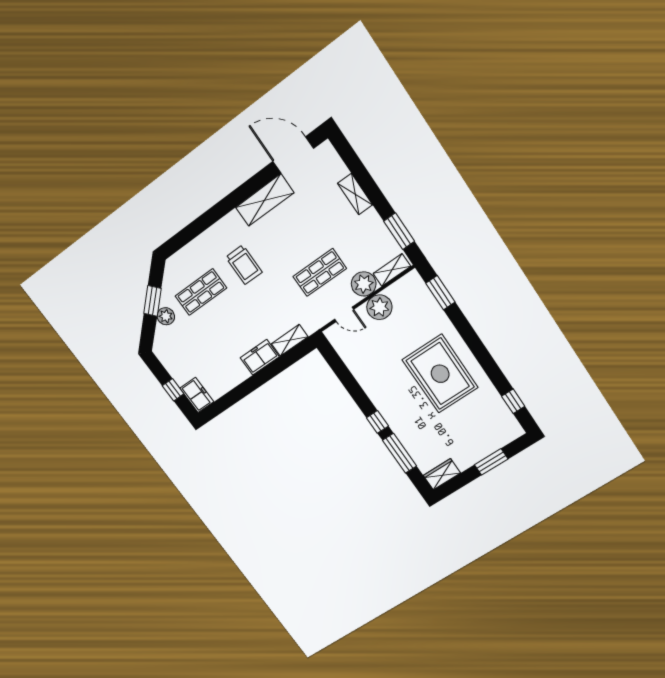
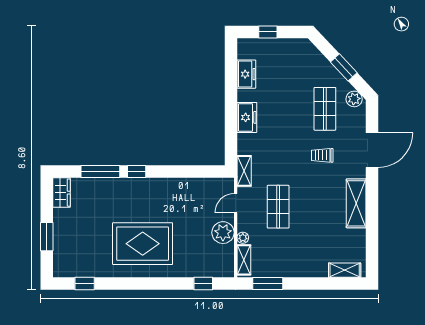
door: (293, 155) -> (372, 150), moved
shelving: (355, 194) -> (345, 270), moved
trolley: (244, 265) -> (322, 155), width x0.73, depth x0.72
plant: (364, 284) -> (243, 238), width x0.53, depth x0.53
window: (440, 293) -> (203, 284), width x0.67
plant: (166, 316) -> (354, 99), moved
shelving: (290, 340) -> (244, 171), moved
freezer: (197, 395) -> (246, 74), moved, turned -90

